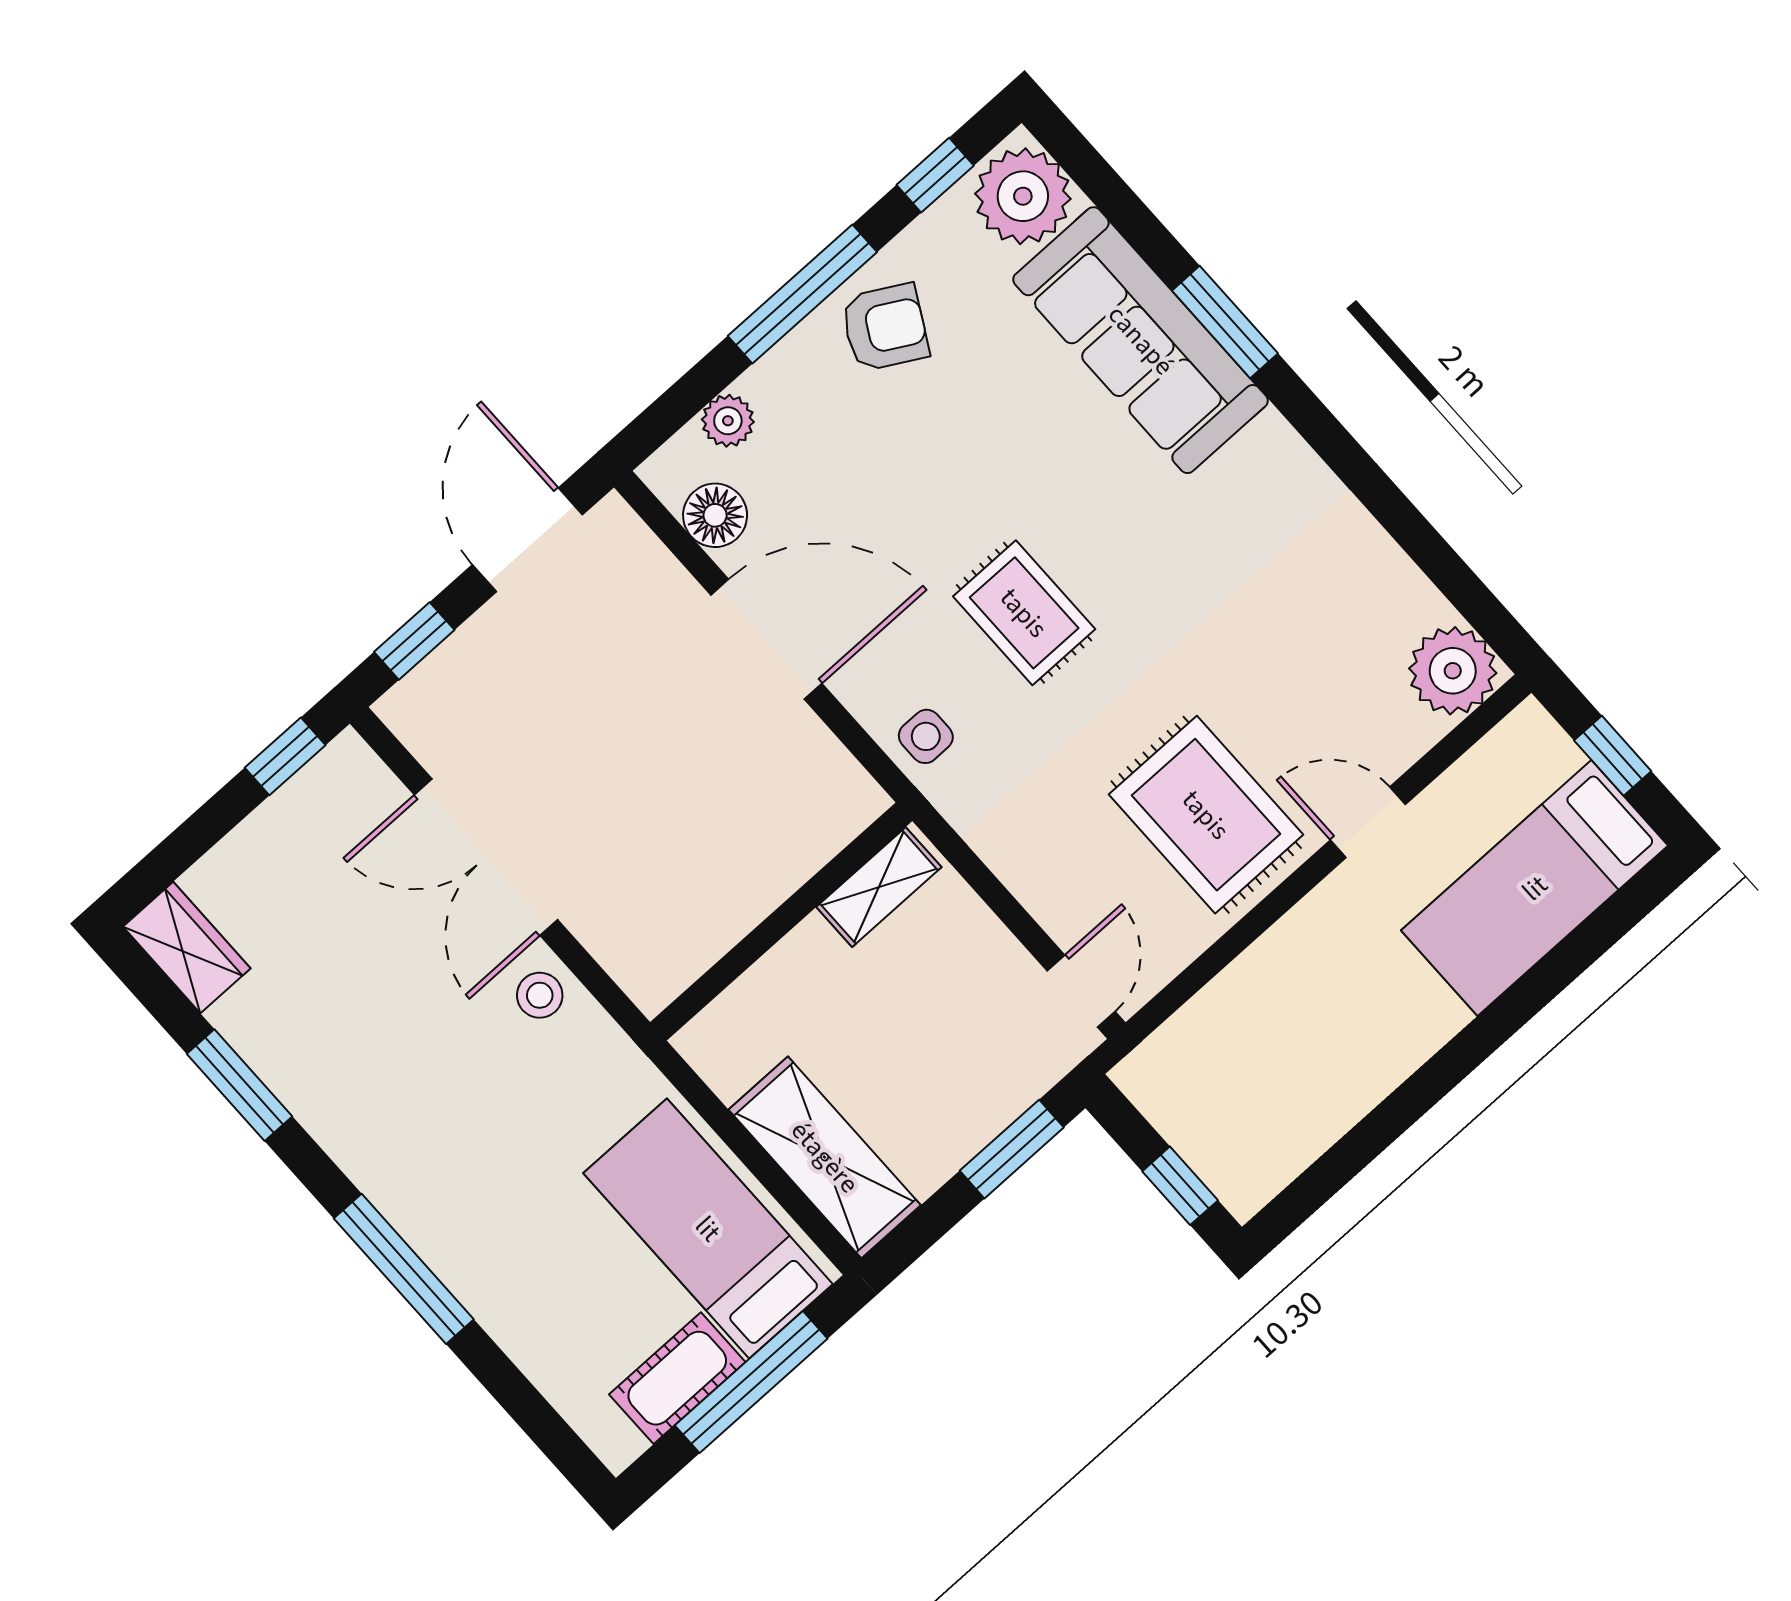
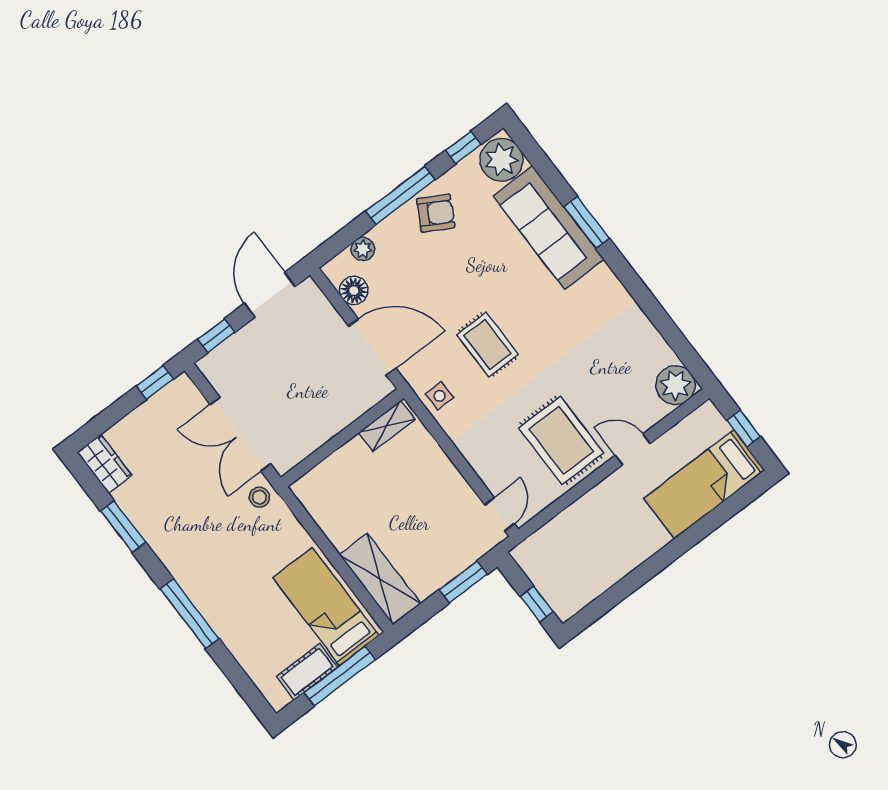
shelving: (879, 887) -> (387, 426), moved
wall: (781, 922) -> (342, 438), moved

